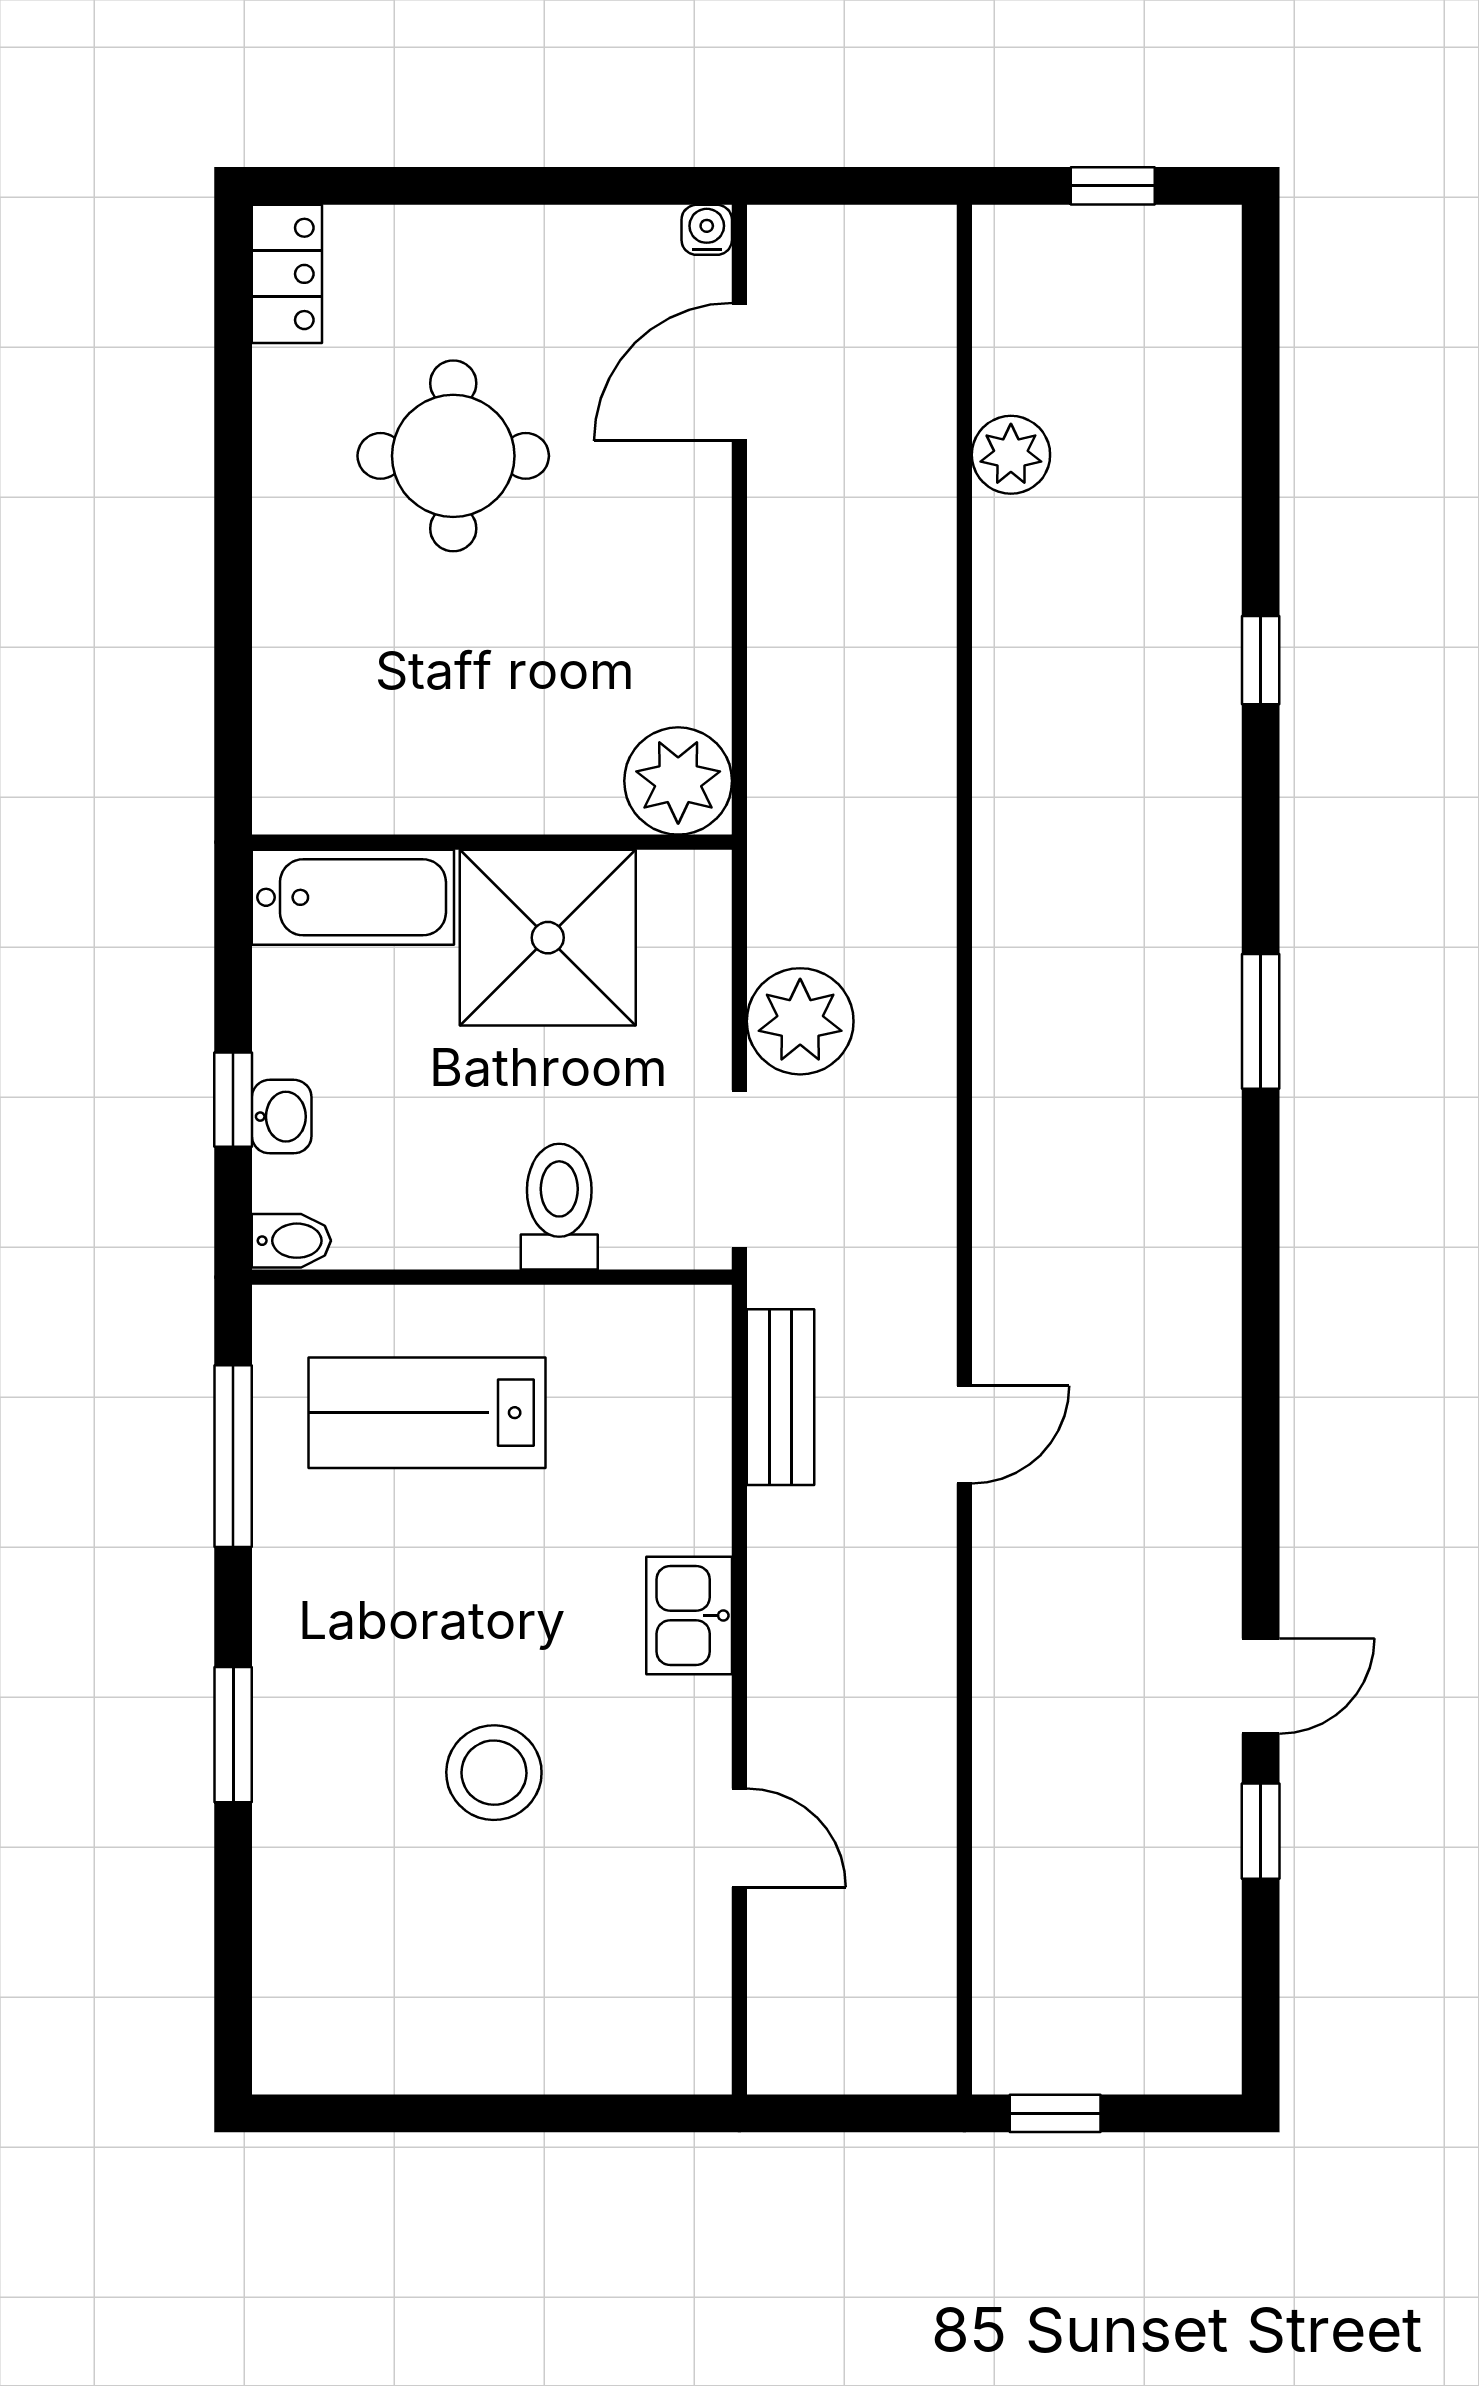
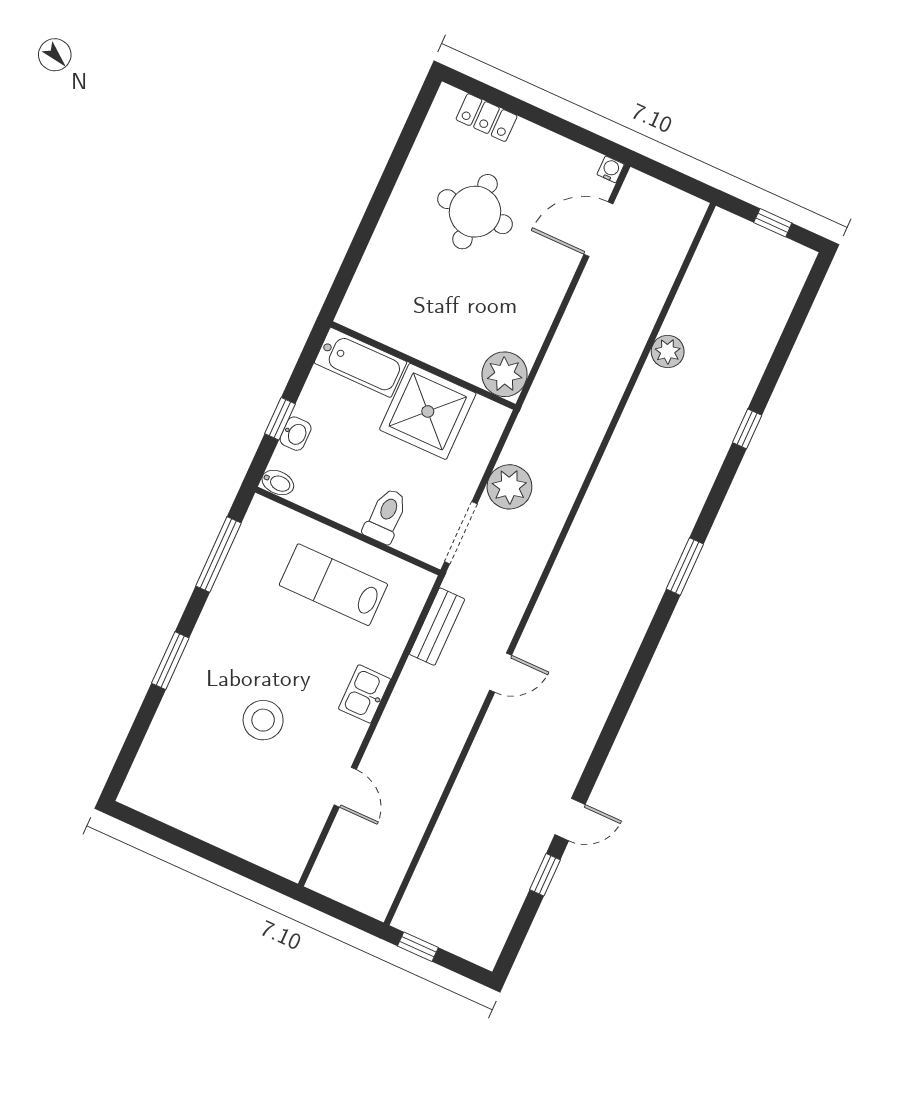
locker: (287, 274) -> (487, 118), moved, turned 90
plant: (1011, 455) -> (668, 351), moved
lab bench: (427, 1413) -> (333, 585), moved

